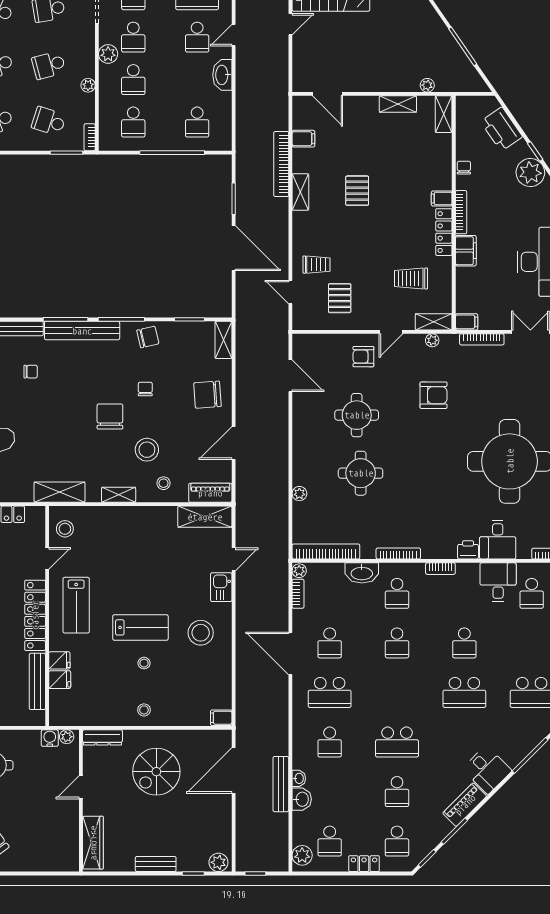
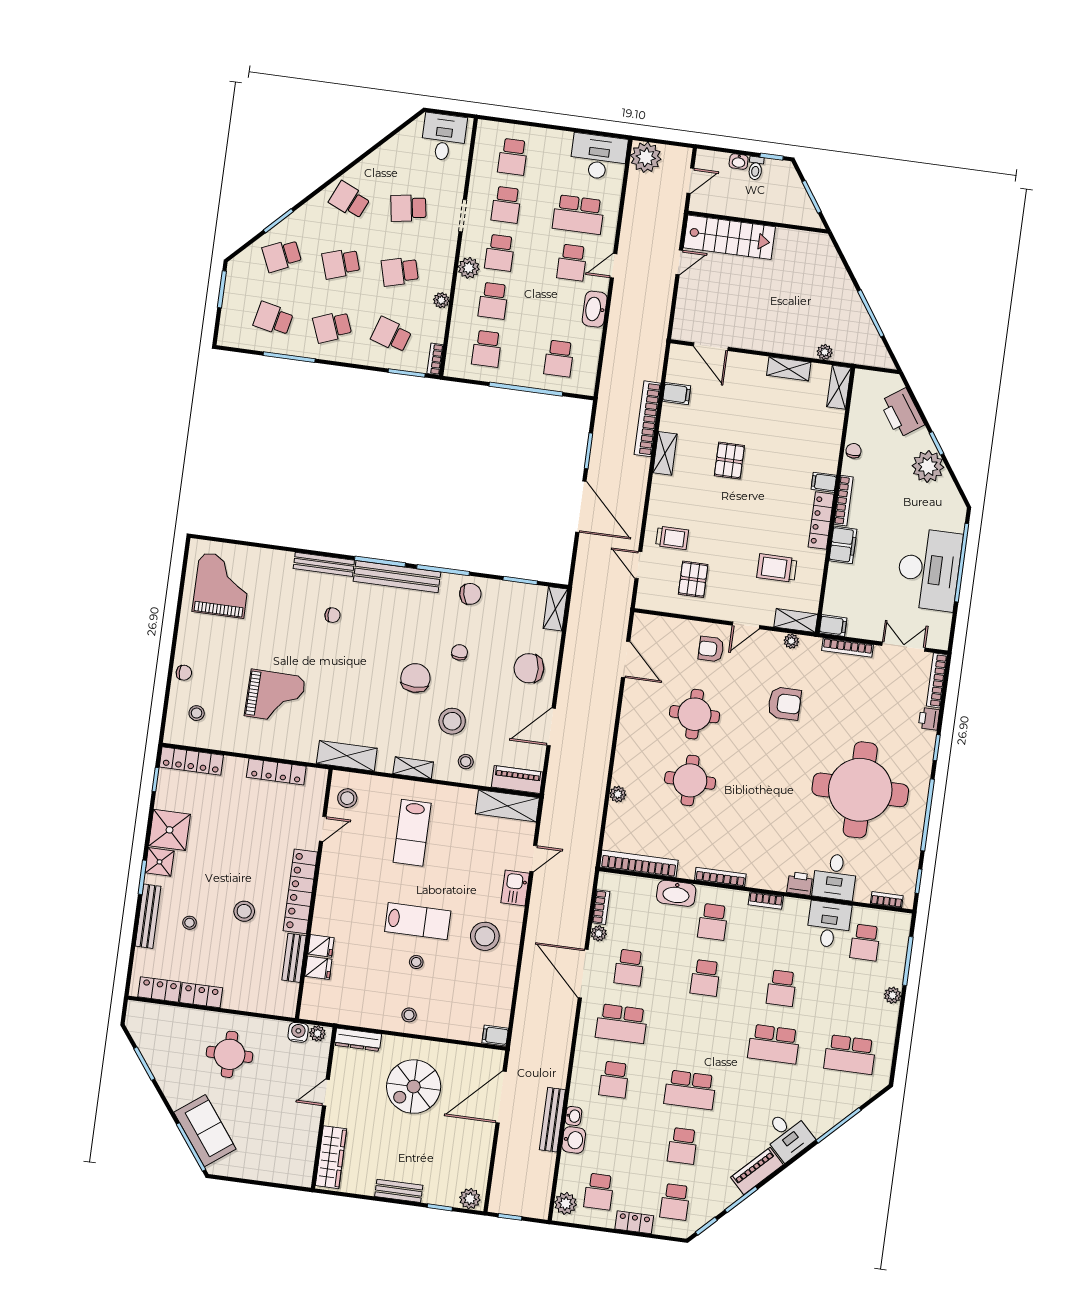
plant: (299, 571) -> (599, 933), moved
lab bench: (76, 605) -> (412, 833), moved
bench: (37, 681) -> (294, 958), width x0.73

